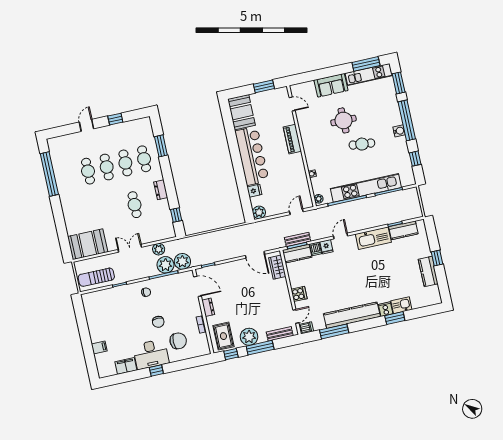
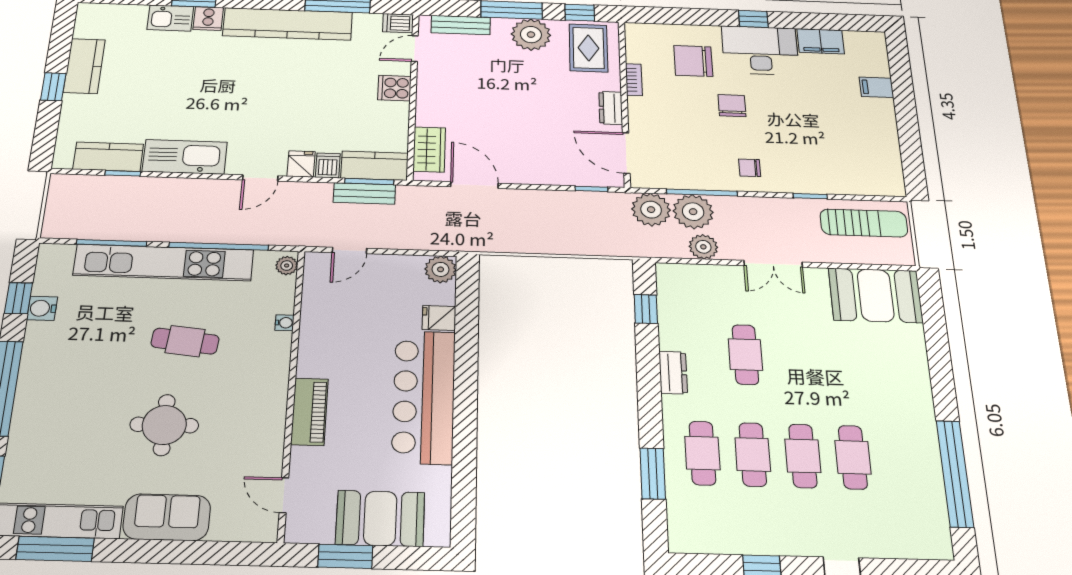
booth: (241, 112) -> (380, 518), moved, turned 90
water cooler: (399, 131) -> (42, 308), moved
cafe table: (362, 144) -> (185, 341), moved

